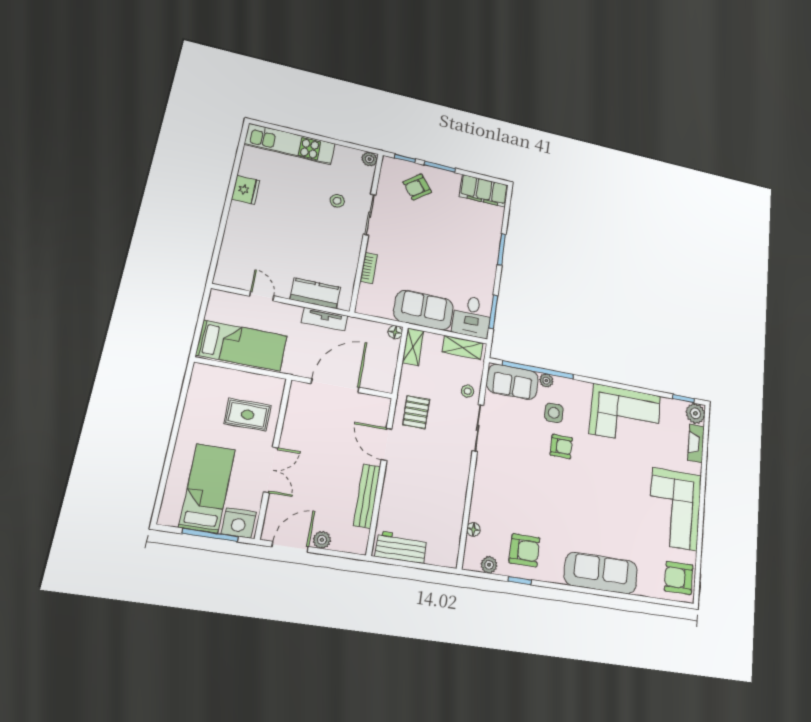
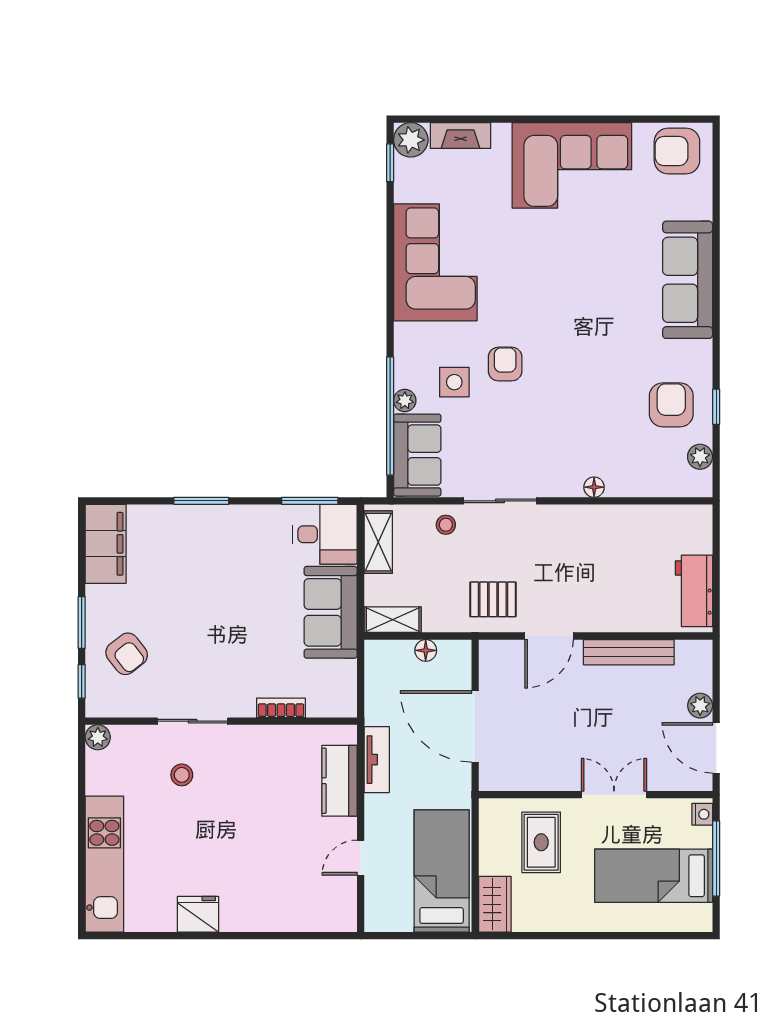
floor lamp: (395, 332) -> (426, 650), moved
wardrobe: (211, 376) -> (495, 904), added
nightstand: (239, 523) -> (702, 814), width x0.53, depth x0.56
floor lamp: (473, 529) -> (594, 487), moved
armchair: (679, 578) -> (677, 151), turned 90

